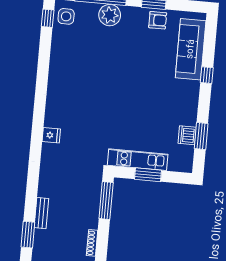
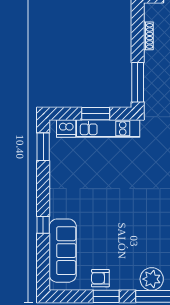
dishwasher: (187, 135) -> (66, 128), moved, turned 90
window: (201, 136) -> (43, 147), moved

